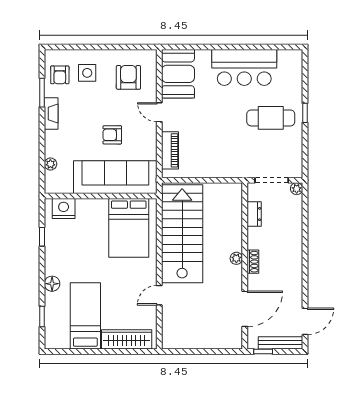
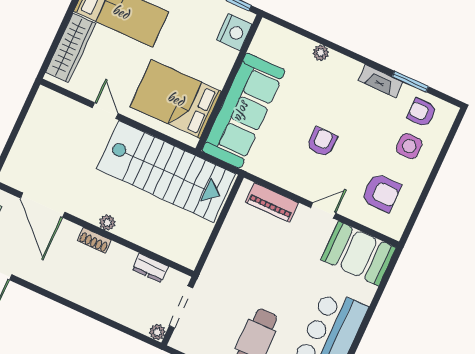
sofa: (115, 177) -> (243, 111), moved
wall: (101, 196) -> (229, 83), moved
nightstand: (64, 208) -> (234, 32), moved
bed: (129, 228) -> (176, 99), moved

